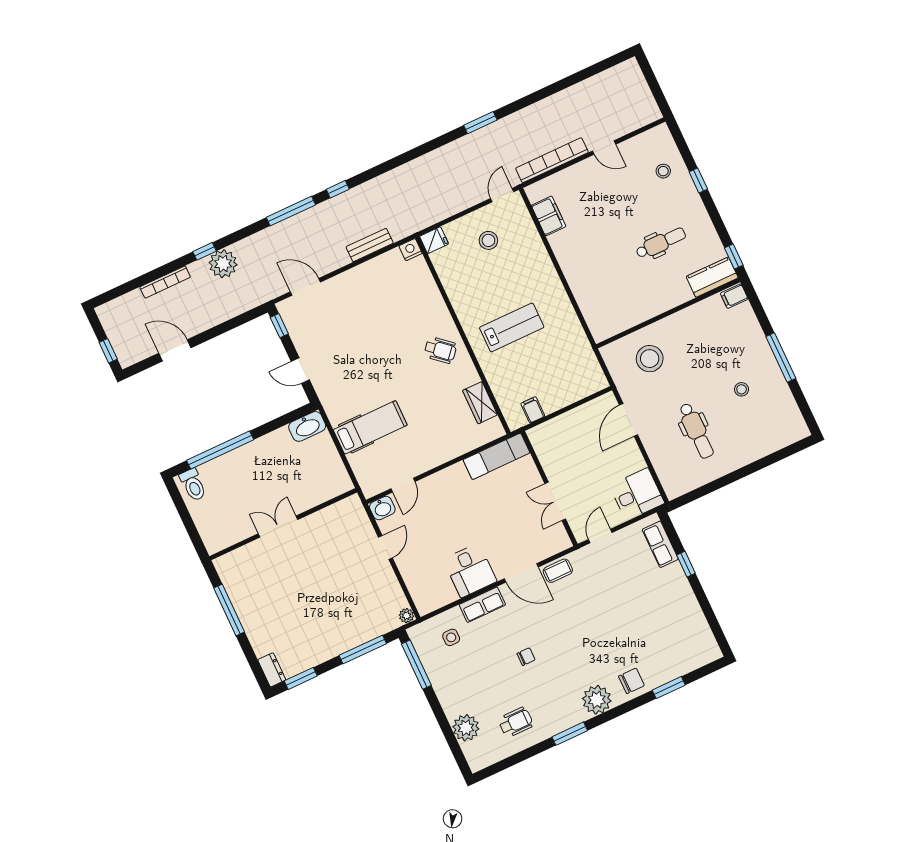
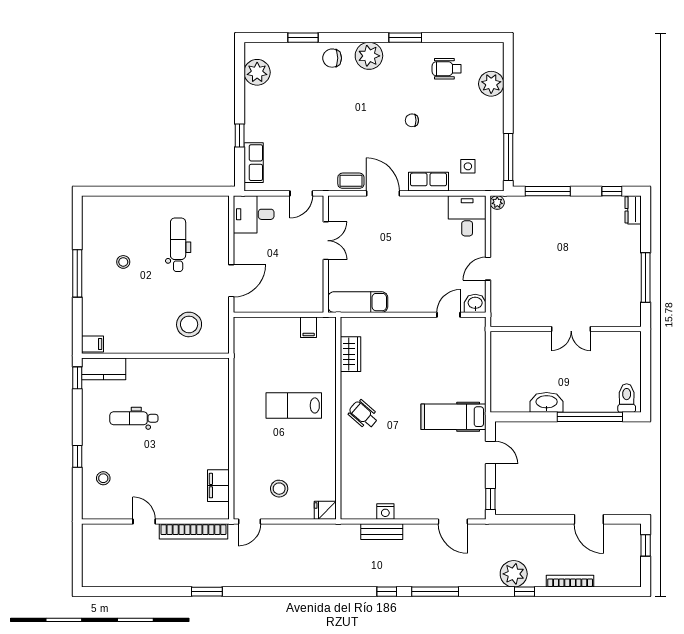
window: (480, 123) -> (207, 592), moved
nightstand: (411, 250) -> (385, 512), moved
washbasin: (307, 426) -> (547, 402), moved
hospital bed: (370, 427) -> (454, 417), moved
desk: (470, 570) -> (467, 216), moved
plant: (698, 633) -> (257, 72), added
window: (301, 678) -> (612, 191), width x0.67

